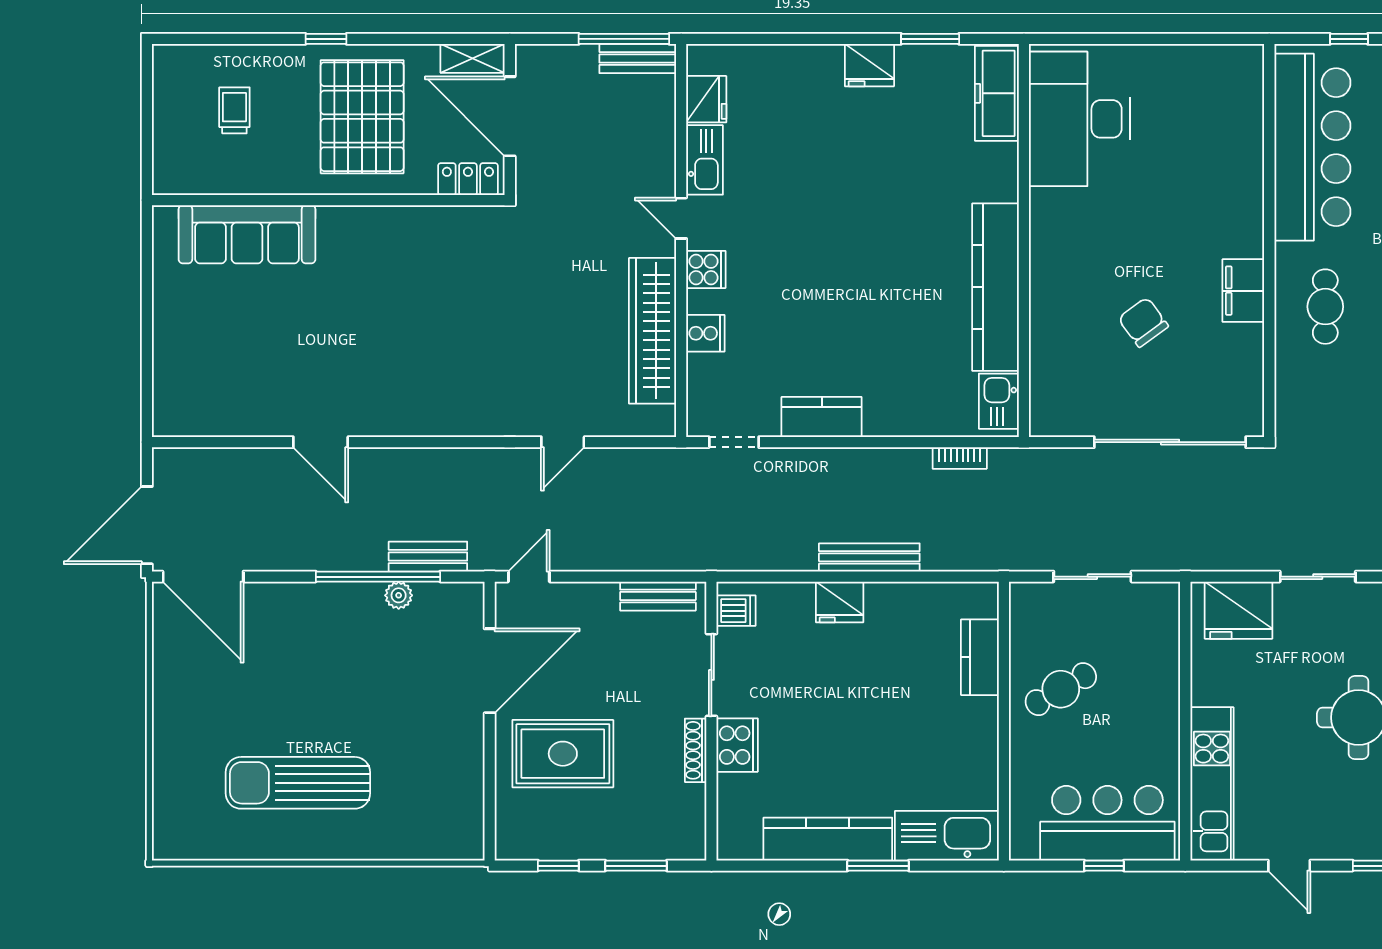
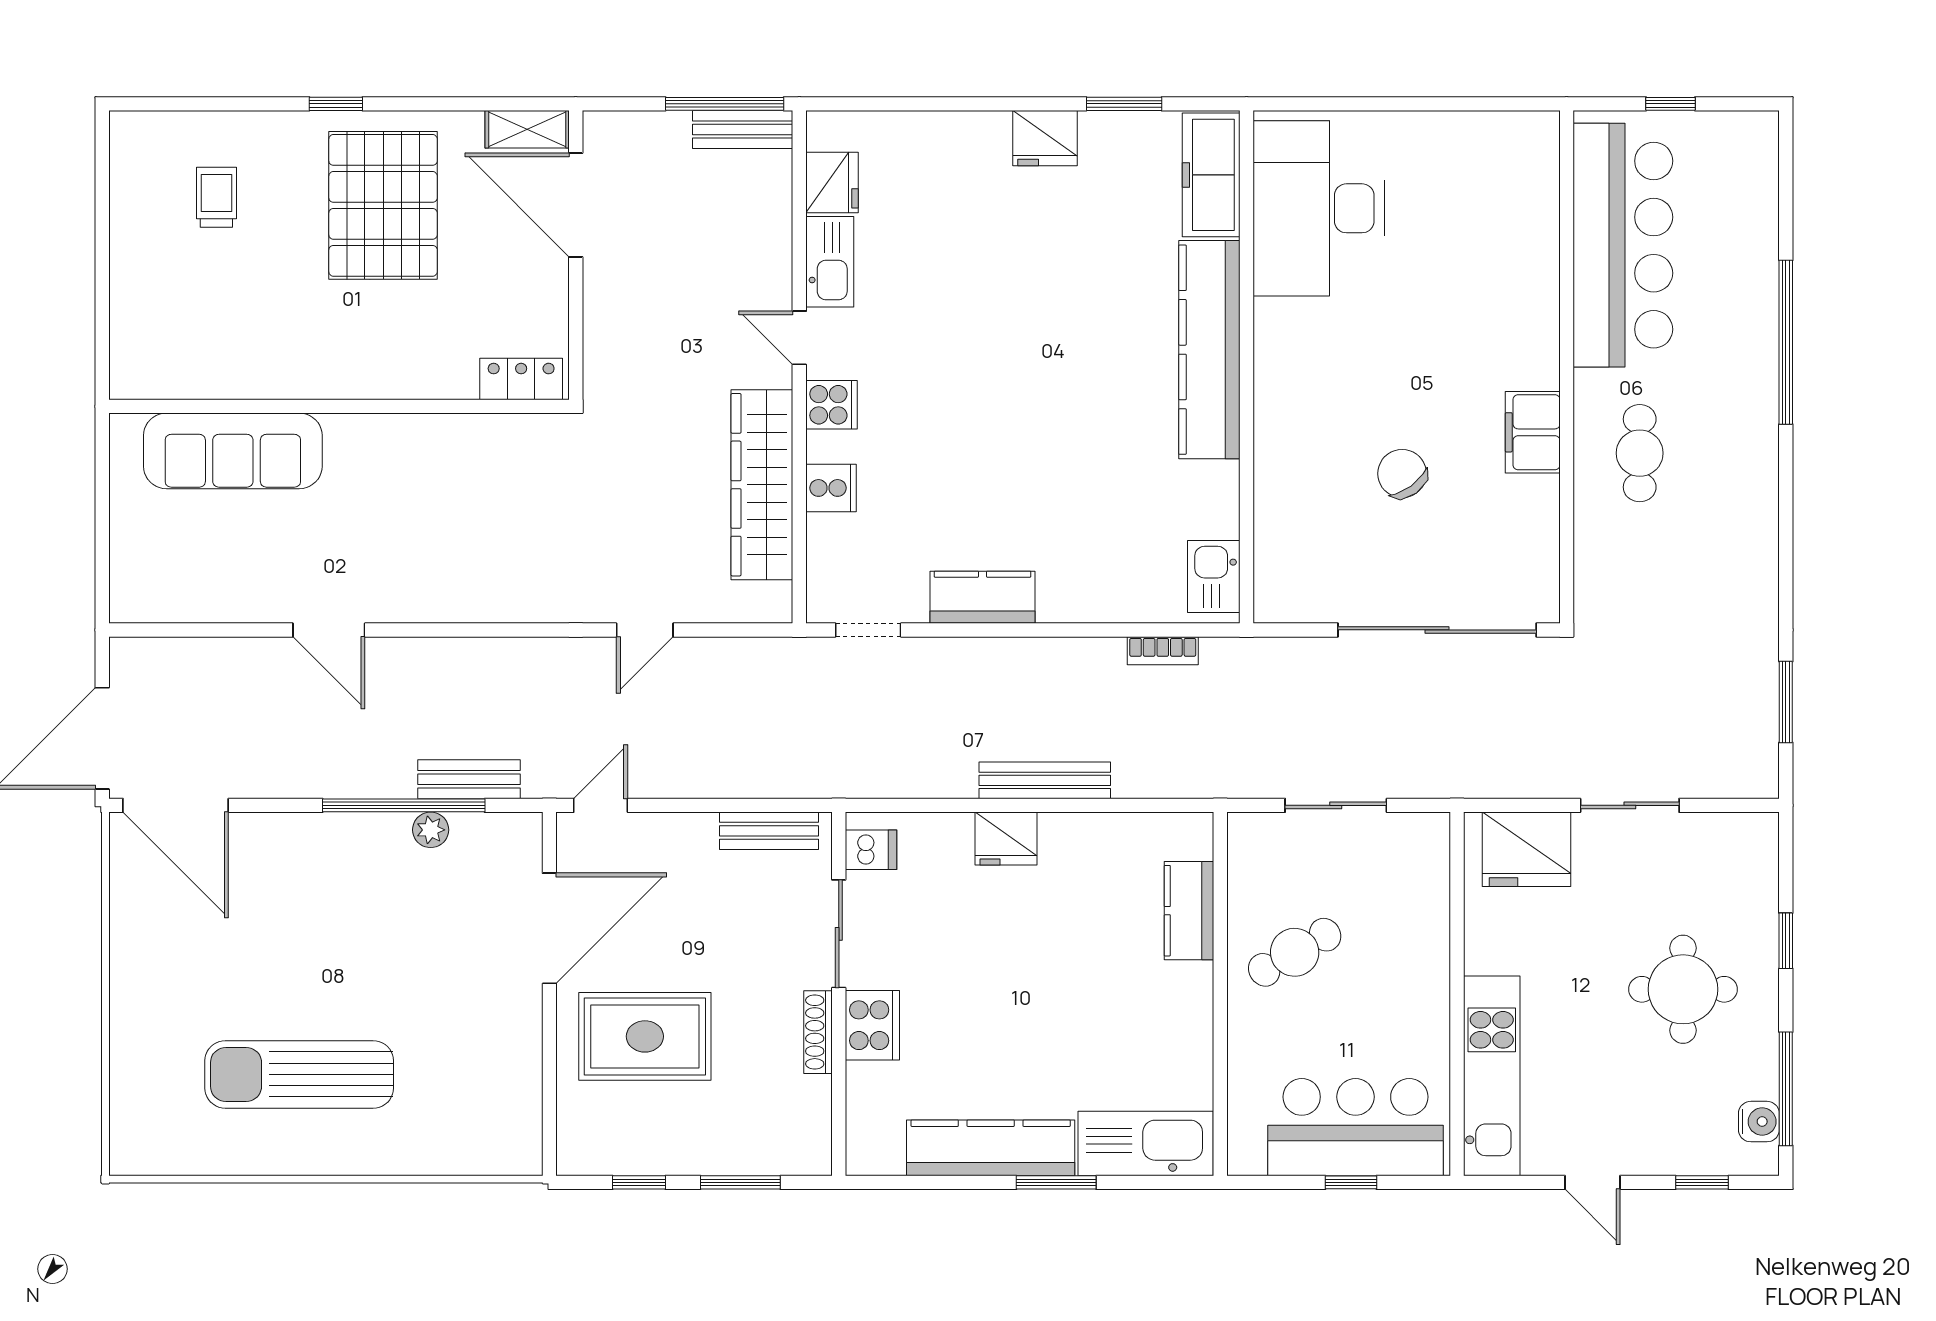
locker: (468, 179) -> (521, 379), moved
wall: (328, 200) -> (339, 406), moved
sofa: (247, 234) -> (233, 451), moved
kitchen counter: (995, 287) -> (1209, 350), moved

